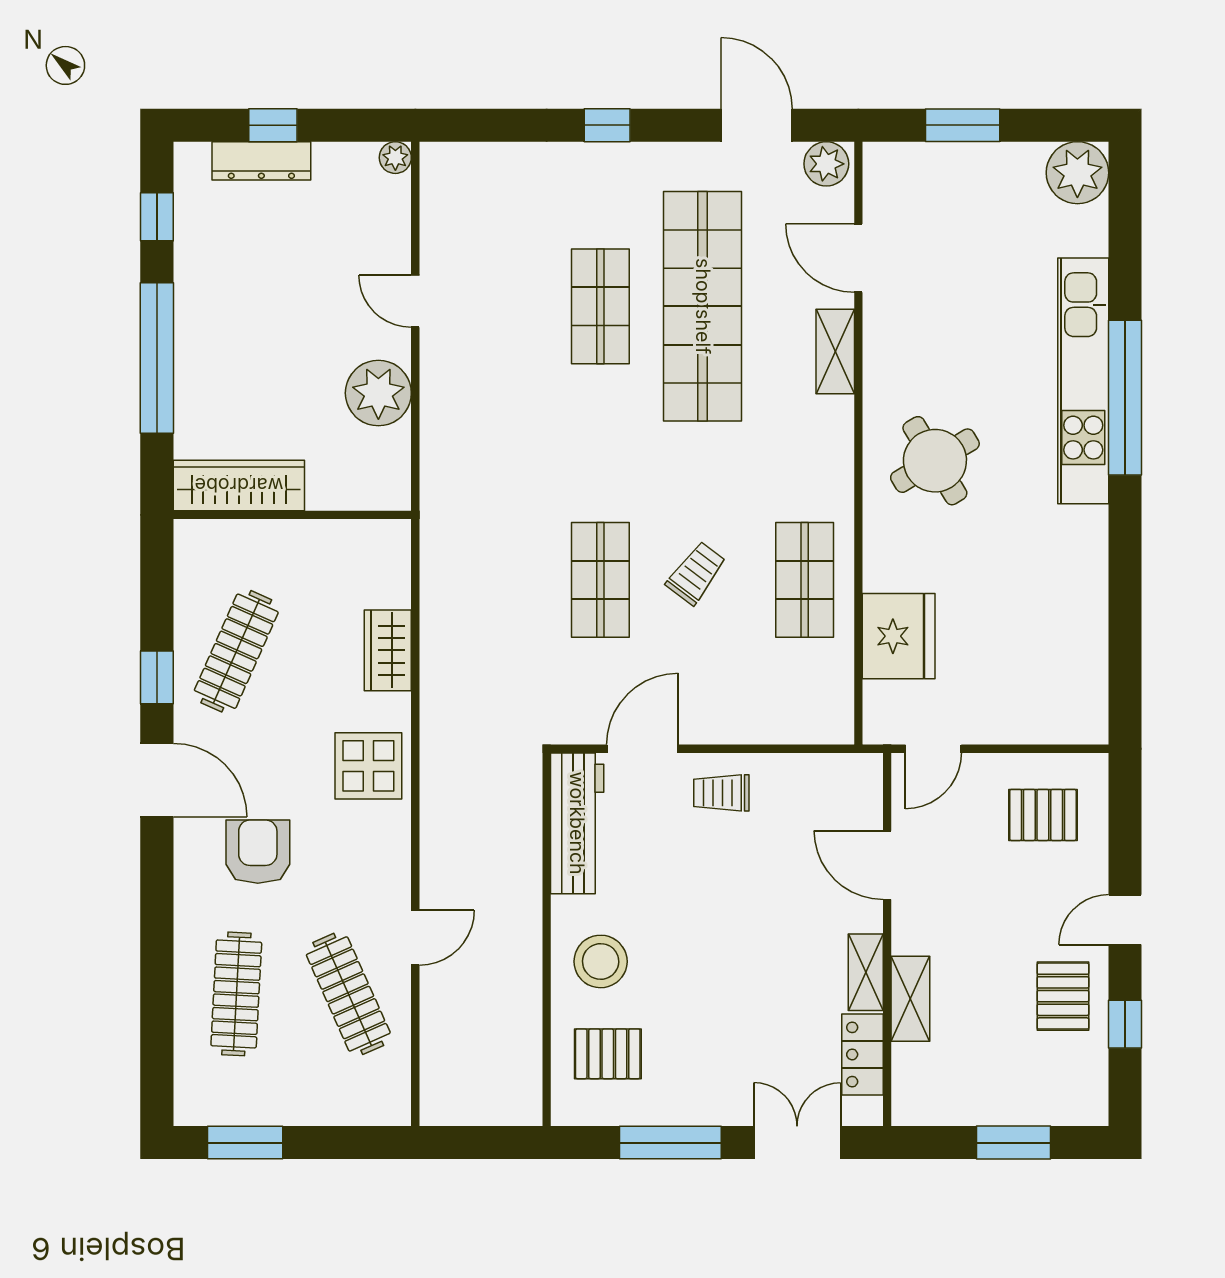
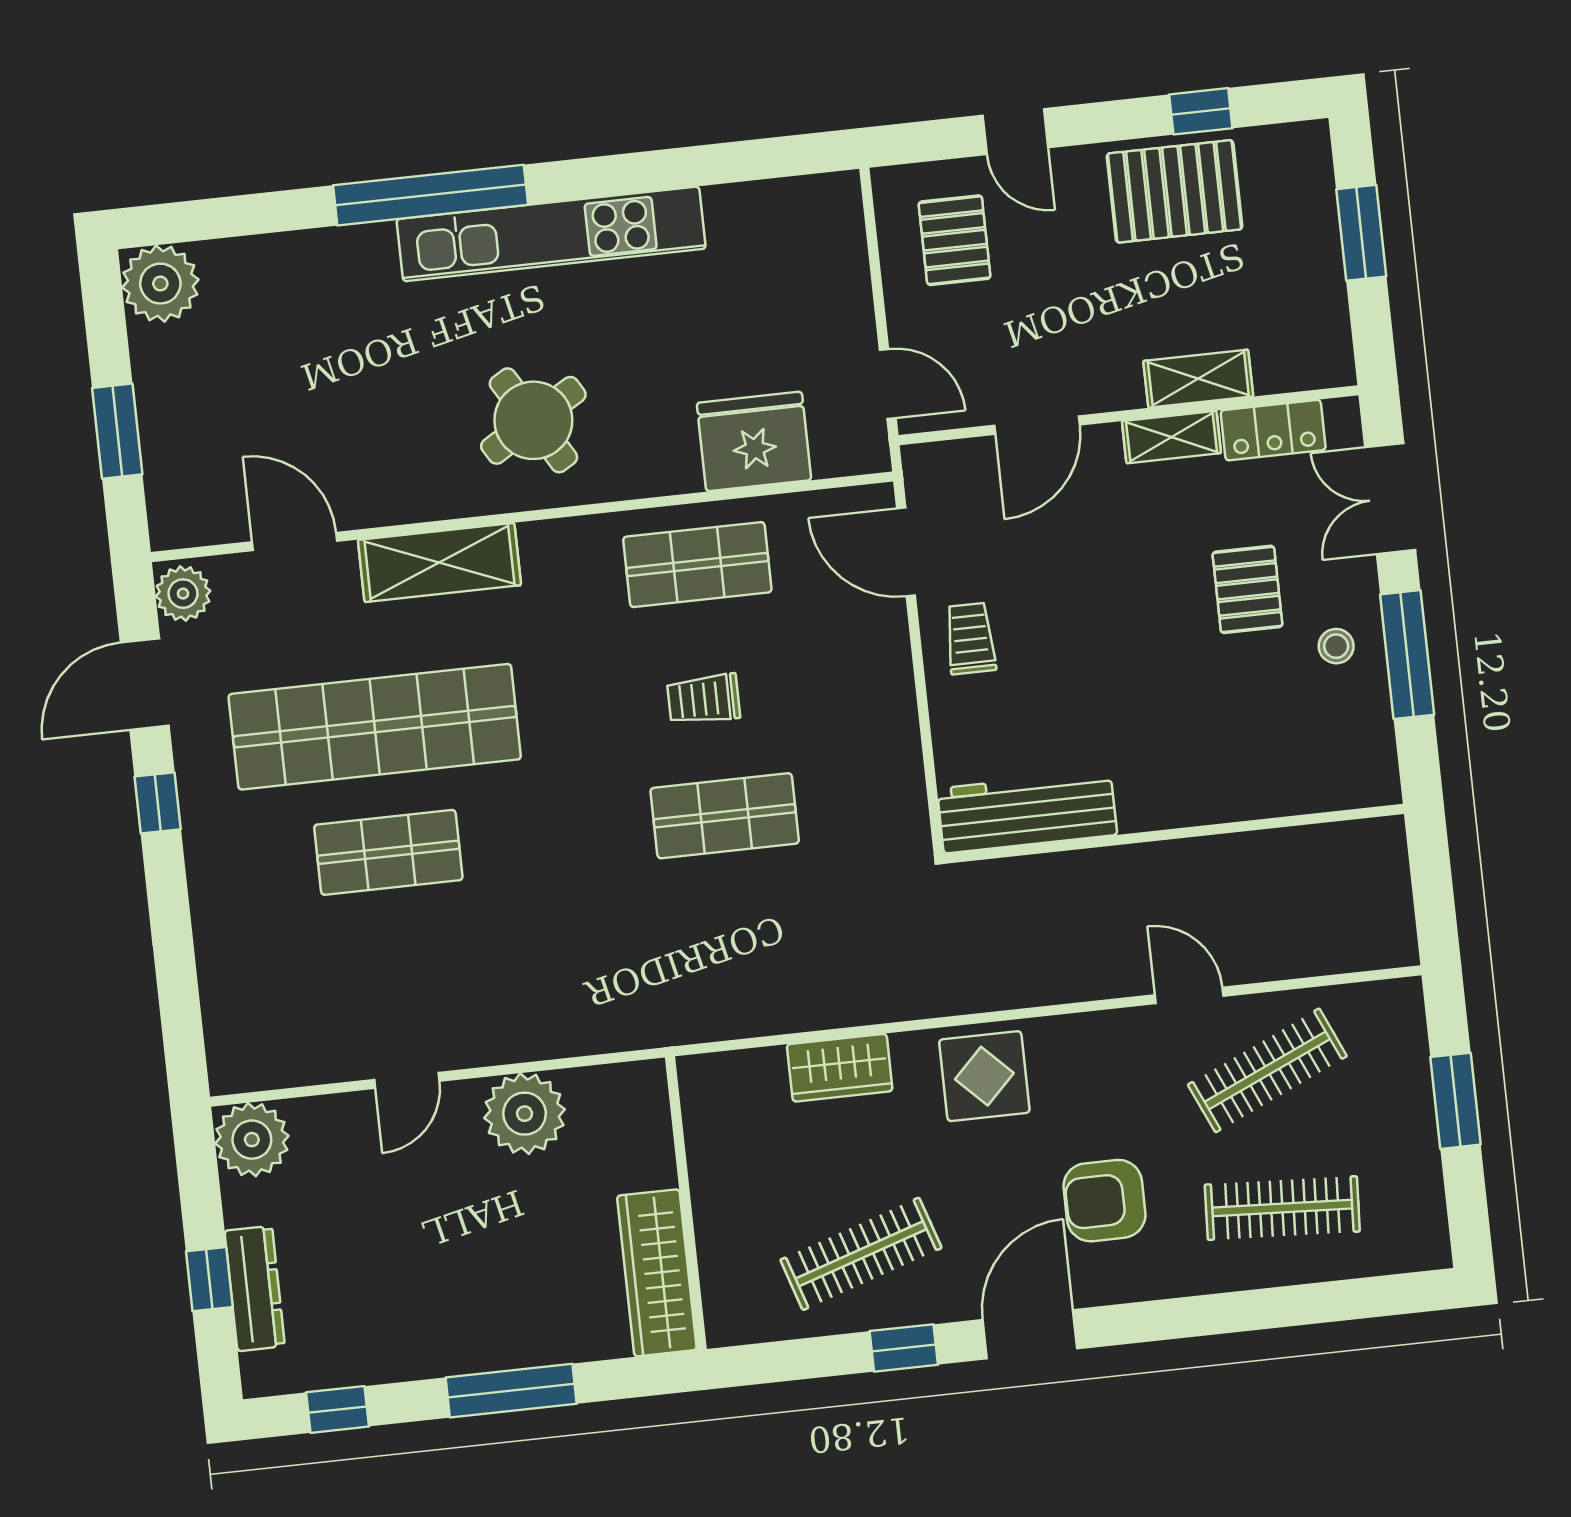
window: (607, 125) -> (158, 803), moved
plant: (395, 158) -> (252, 1140), width x1.88, depth x1.88
door: (858, 258) -> (295, 541), swing flipped
shelving: (835, 352) -> (439, 562), width x1.50, depth x1.33
window: (157, 358) -> (511, 1391), width x0.68
kitchen unit: (1083, 381) -> (551, 234), moved
trolley: (696, 573) -> (704, 699), turned -37
clothes rail: (236, 651) -> (861, 1254), turned -42
door: (642, 749) -> (906, 552), moved
trolley: (721, 793) -> (970, 638), turned 180
door: (1125, 920) -> (1015, 132), moved
stool: (601, 961) -> (1336, 646), moved, width x0.53, depth x0.53
pallet: (1063, 996) -> (1175, 191), width x1.50, depth x1.42
pallet: (608, 1054) -> (1247, 589), moved
window: (245, 1143) -> (1456, 1101), moved

